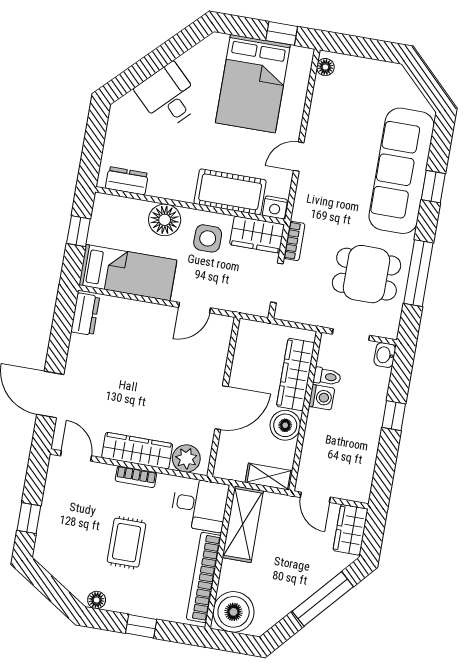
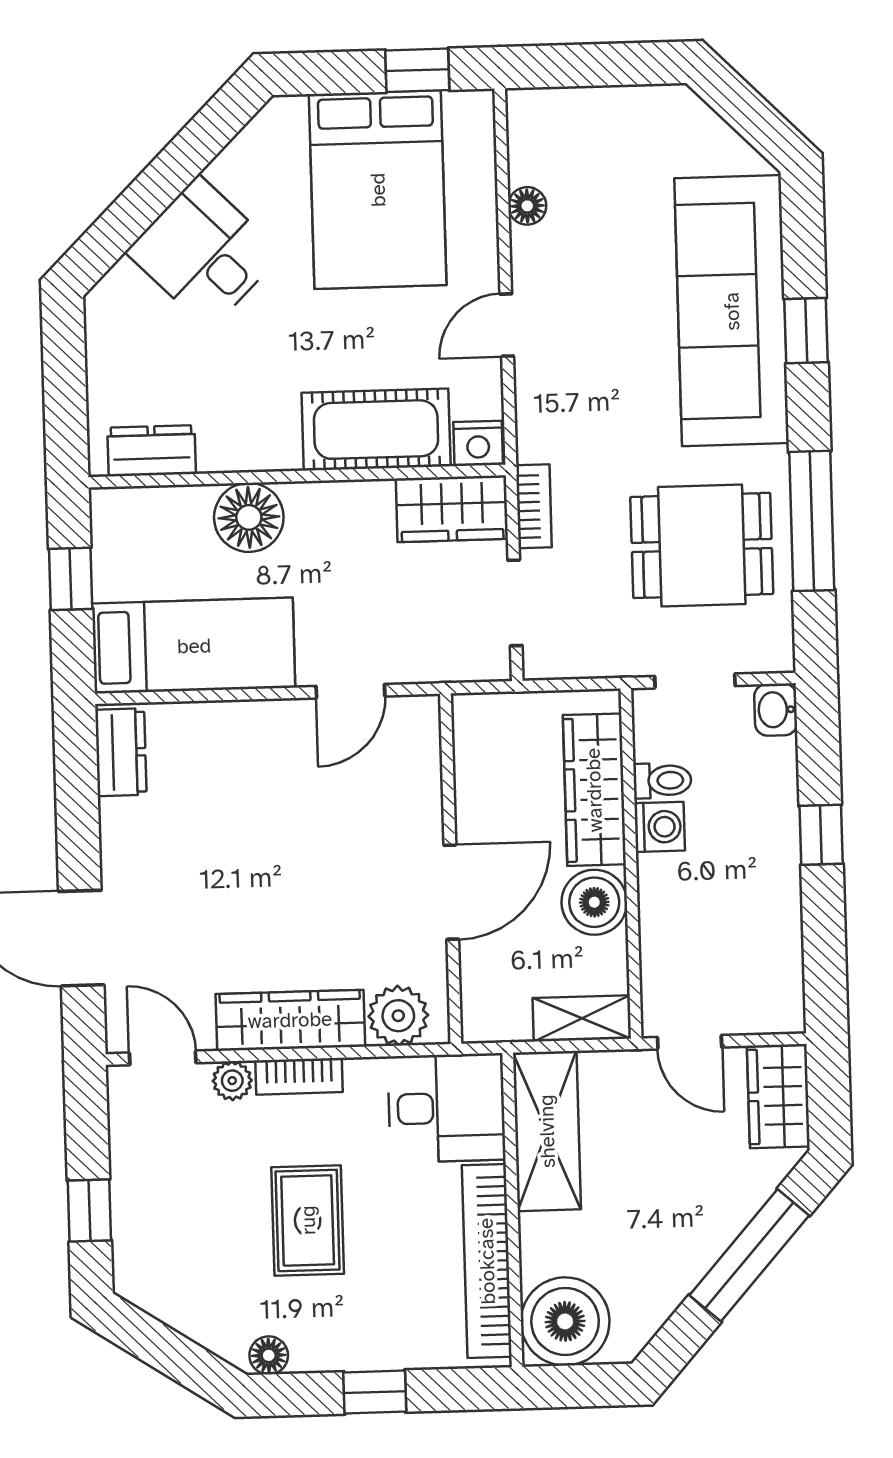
floor lamp: (325, 67) -> (527, 206), moved
side table: (208, 238) -> (348, 538), removed
plant: (105, 473) -> (232, 1081), added

